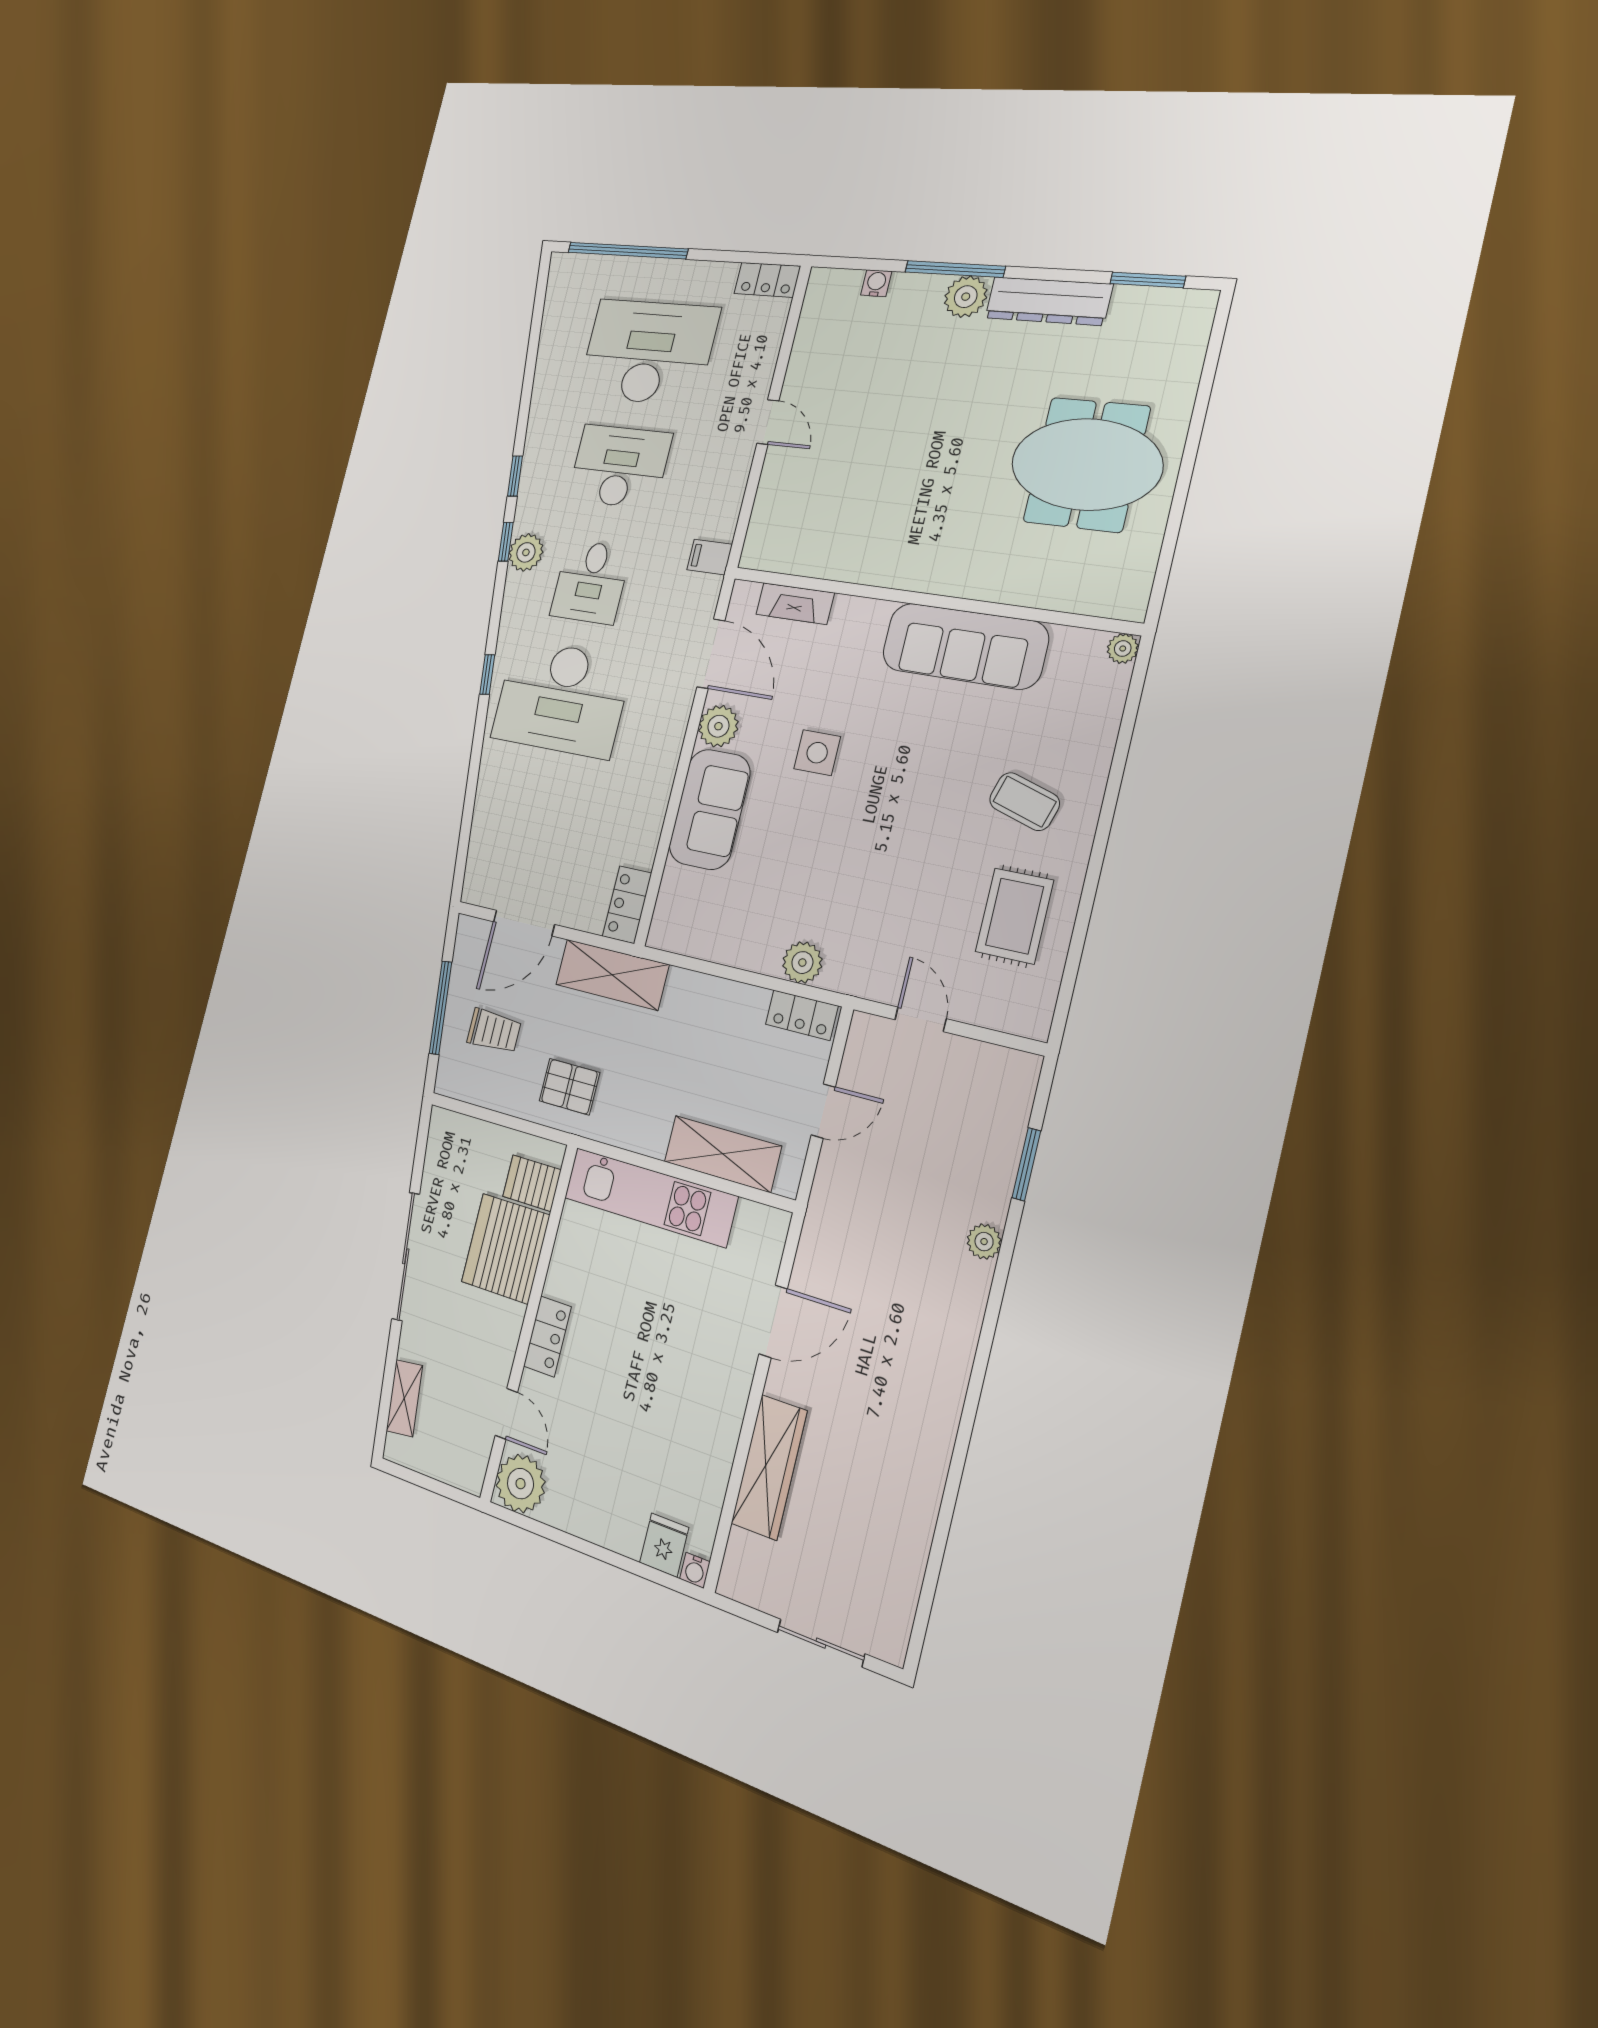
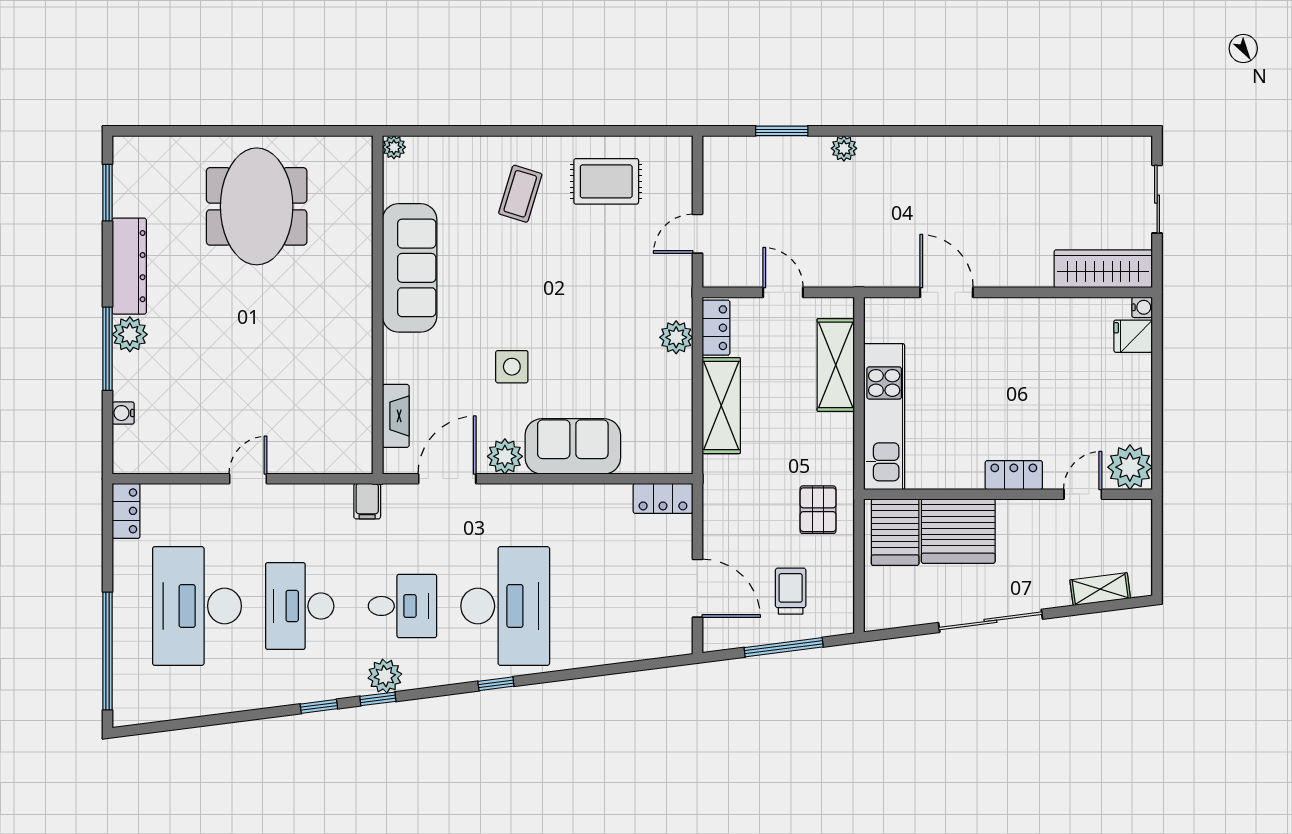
shelving: (612, 975) -> (721, 406), moved
server rack: (532, 1183) -> (895, 532), width x1.36, depth x1.44
wardrobe: (769, 1467) -> (1103, 269), moved

